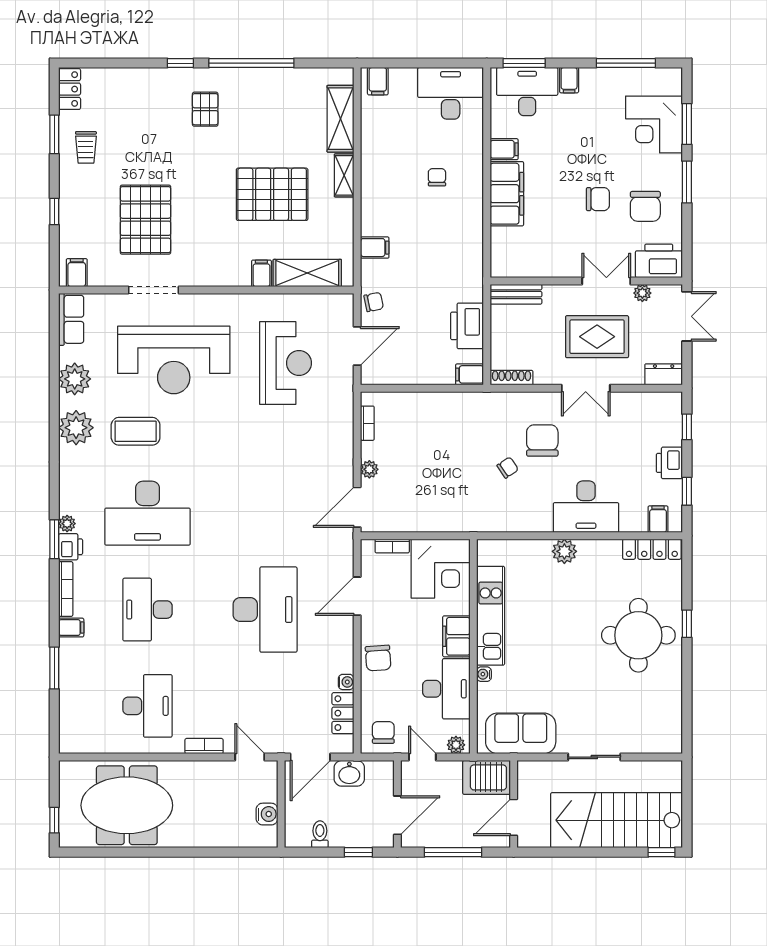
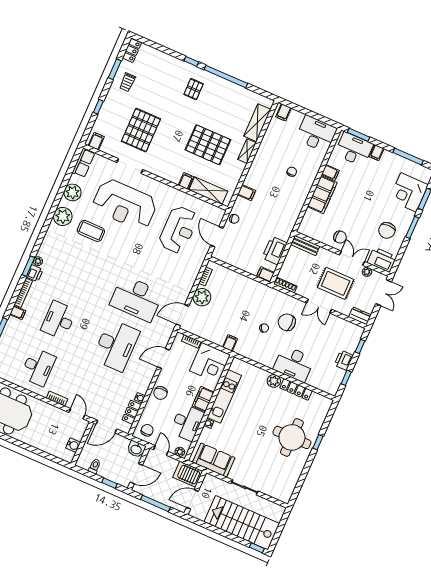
chair: (598, 199) -> (340, 237), moved
door: (357, 346) -> (217, 237), swing flipped
chair: (542, 440) -> (287, 322), turned -90
plant: (369, 469) -> (202, 297), width x1.87, depth x1.87
desk: (147, 513) -> (136, 298), moved
filing cabinet: (658, 519) -> (230, 343), moved
locker: (652, 549) -> (296, 389), moved
washbasin: (349, 773) -> (136, 449), moved

